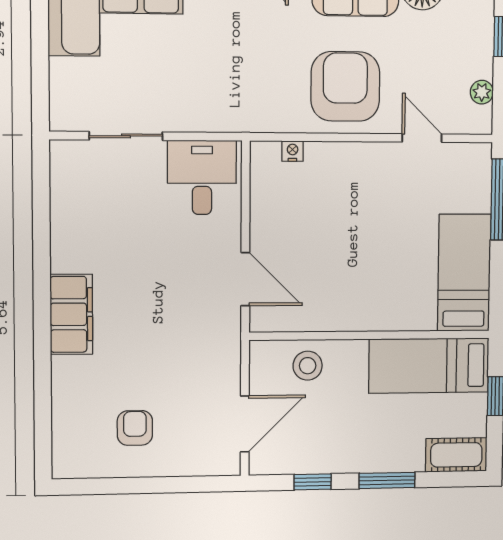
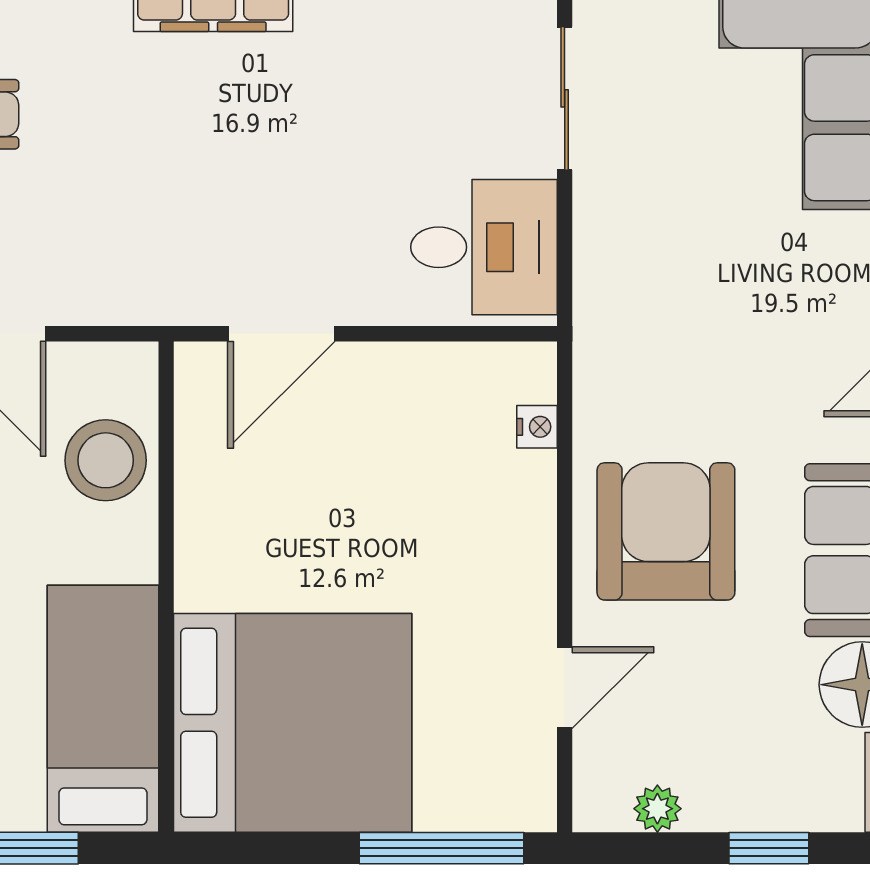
armchair: (345, 86) -> (666, 531), turned -90
bed: (464, 273) -> (293, 723), width x2.04
stool: (308, 366) -> (106, 460), width x1.38, depth x1.38

